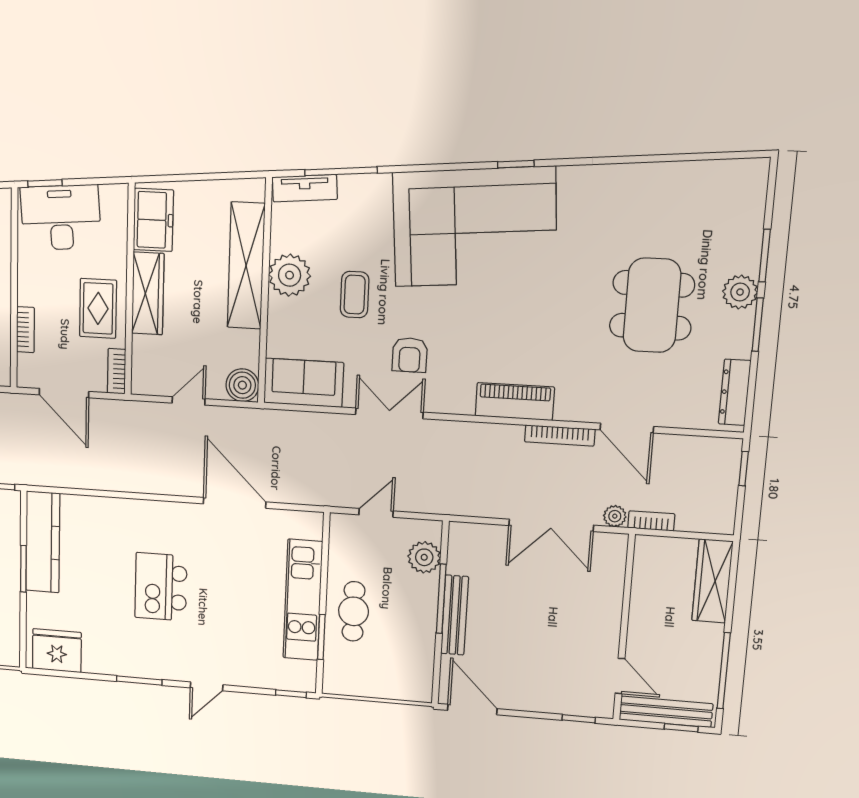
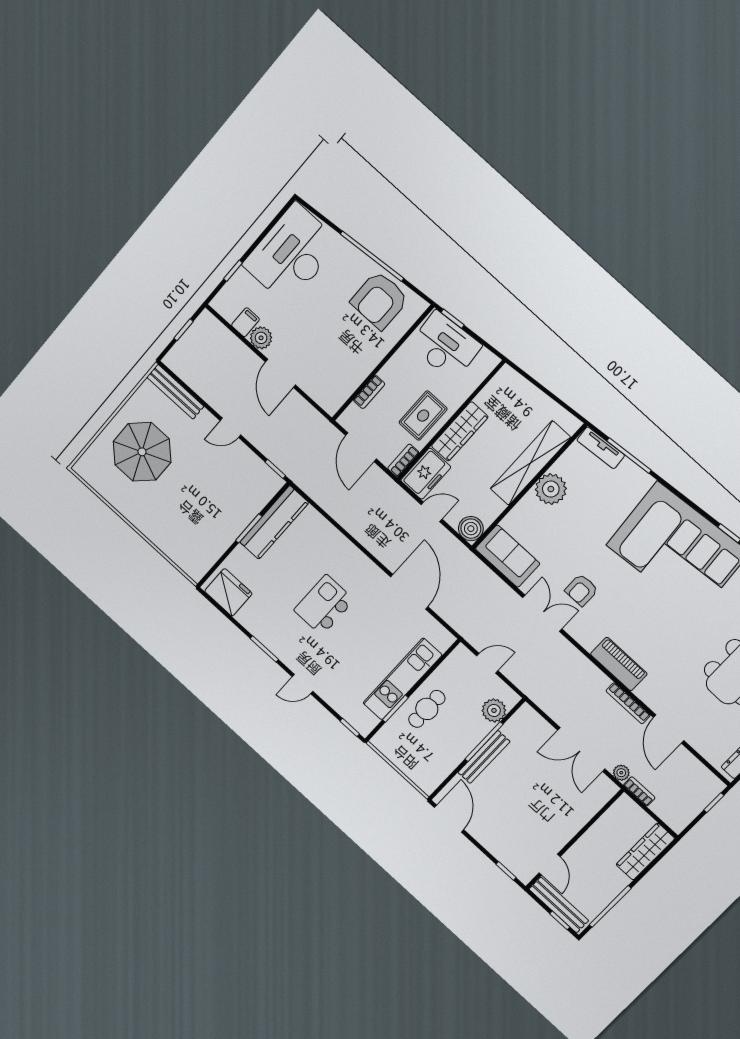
freezer: (153, 220) -> (426, 474), moved
coffee table: (355, 295) -> (579, 531), removed

